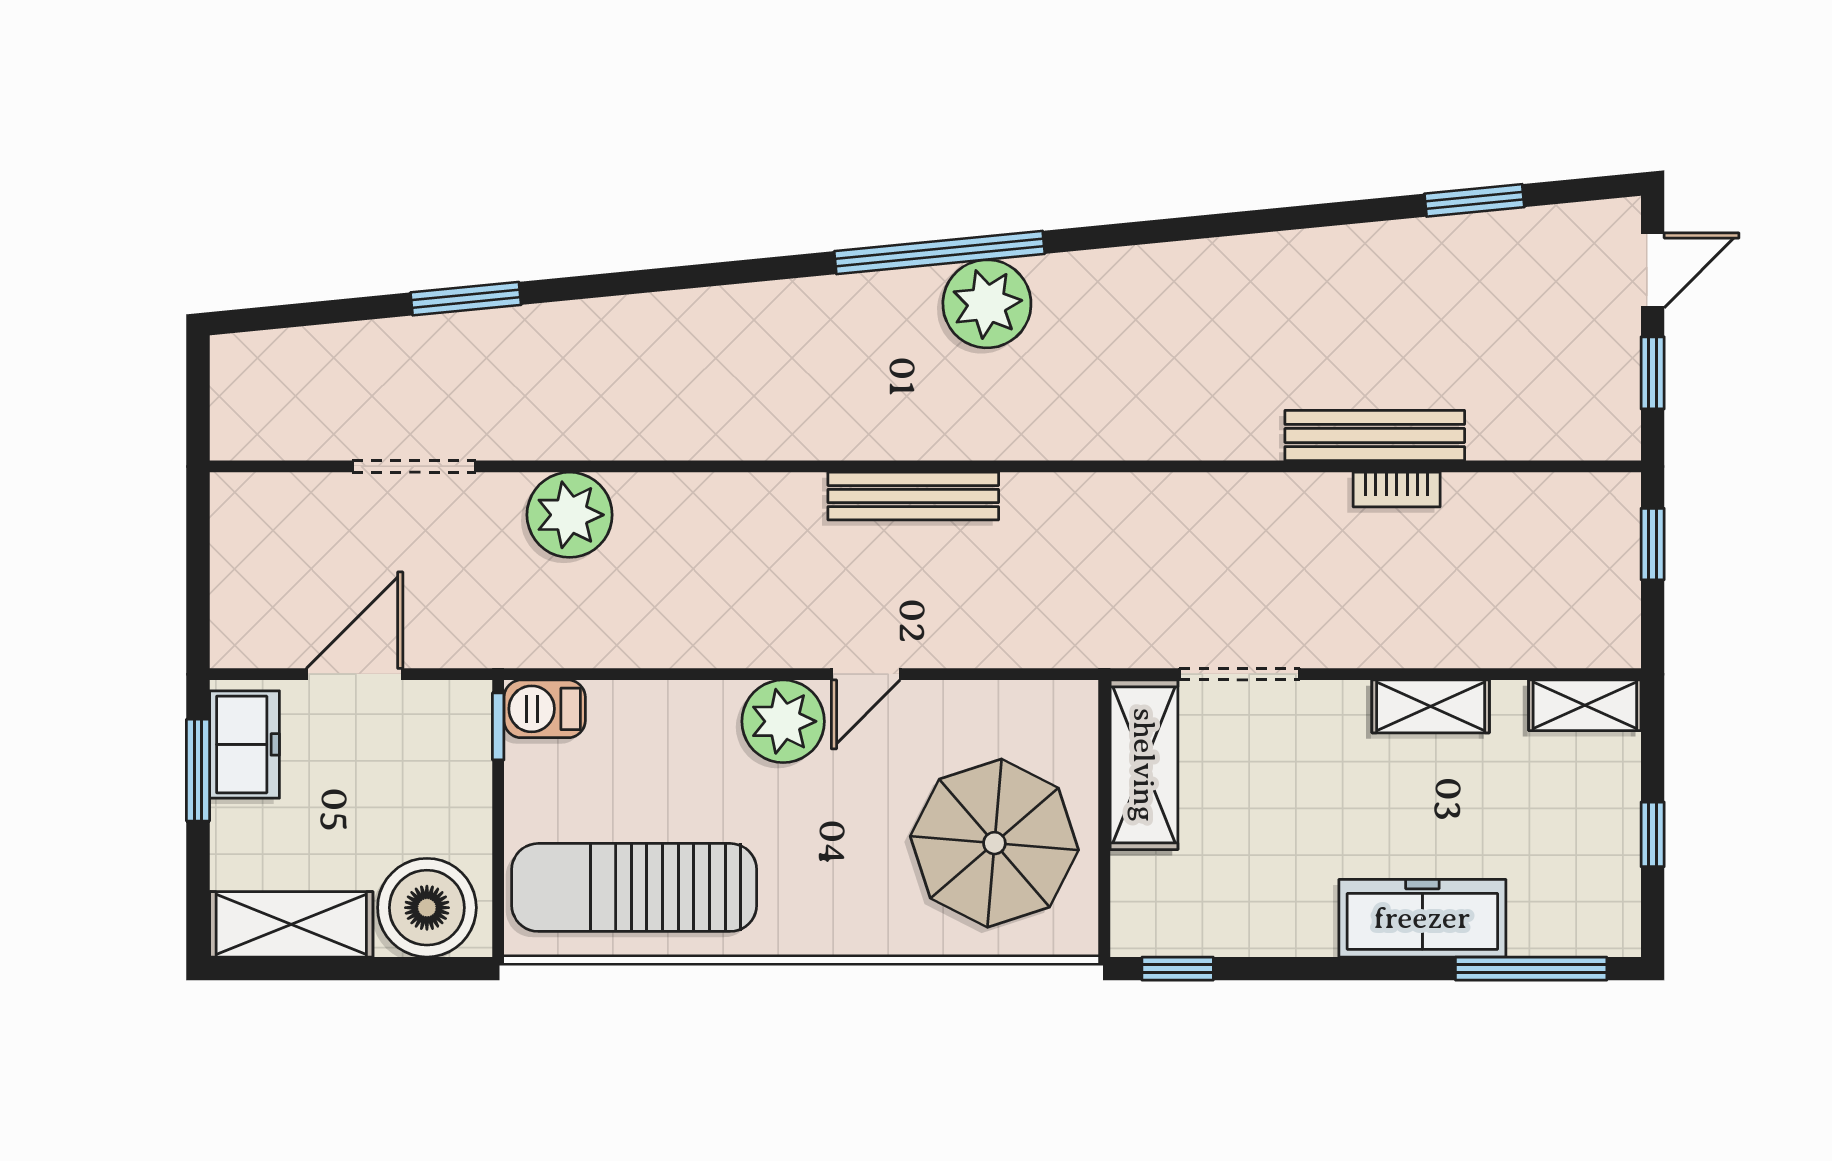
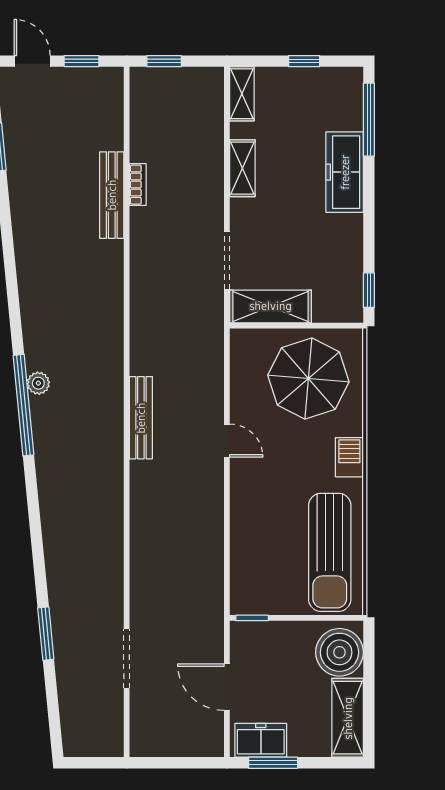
plant: (987, 304) -> (38, 383), width x0.53, depth x0.53
plant: (570, 515) -> (150, 584), removed
barbecue: (545, 709) -> (349, 457), moved, turned 180
plant: (783, 721) -> (250, 481), removed

